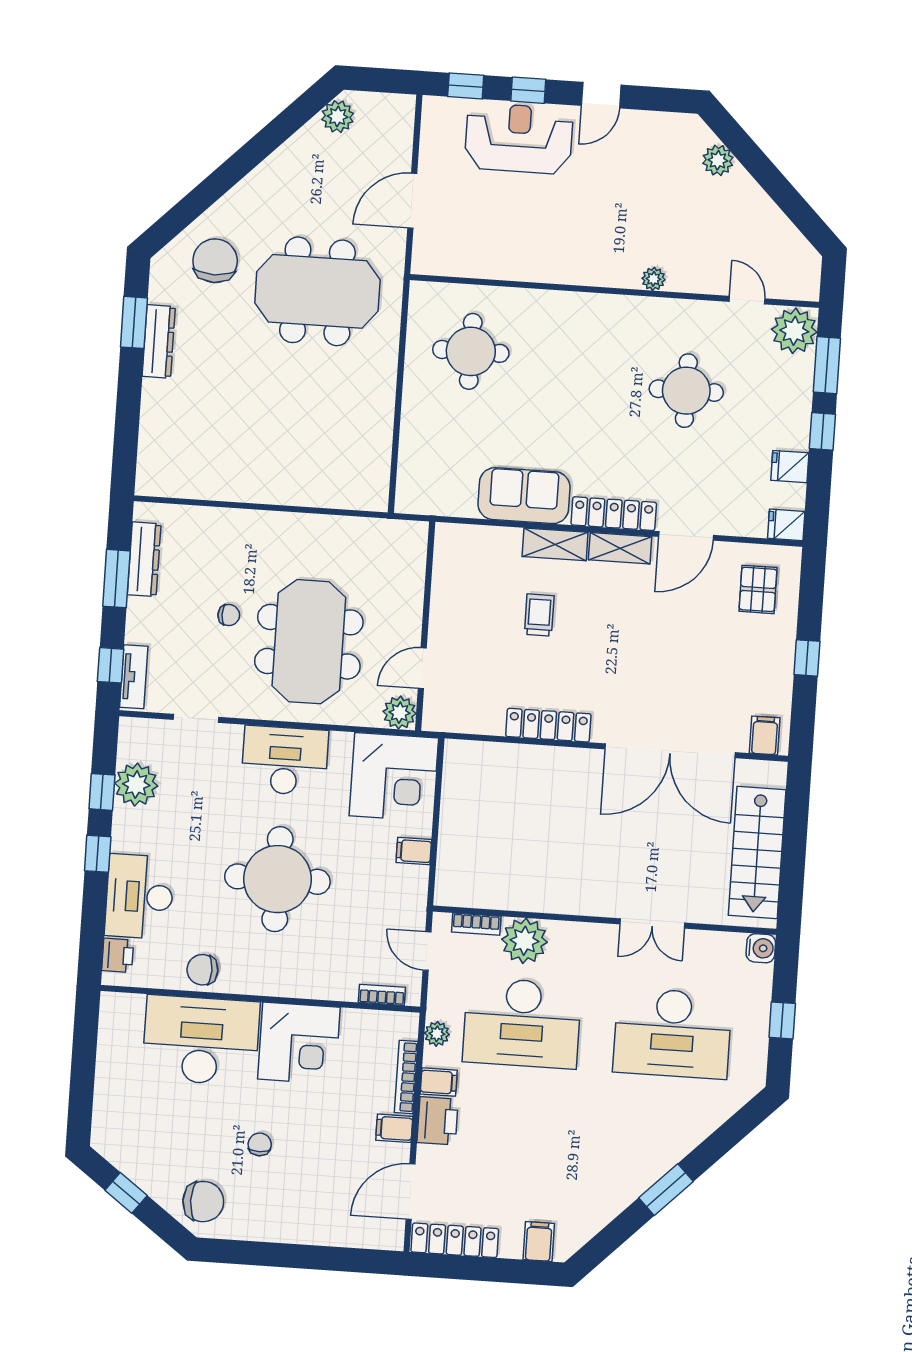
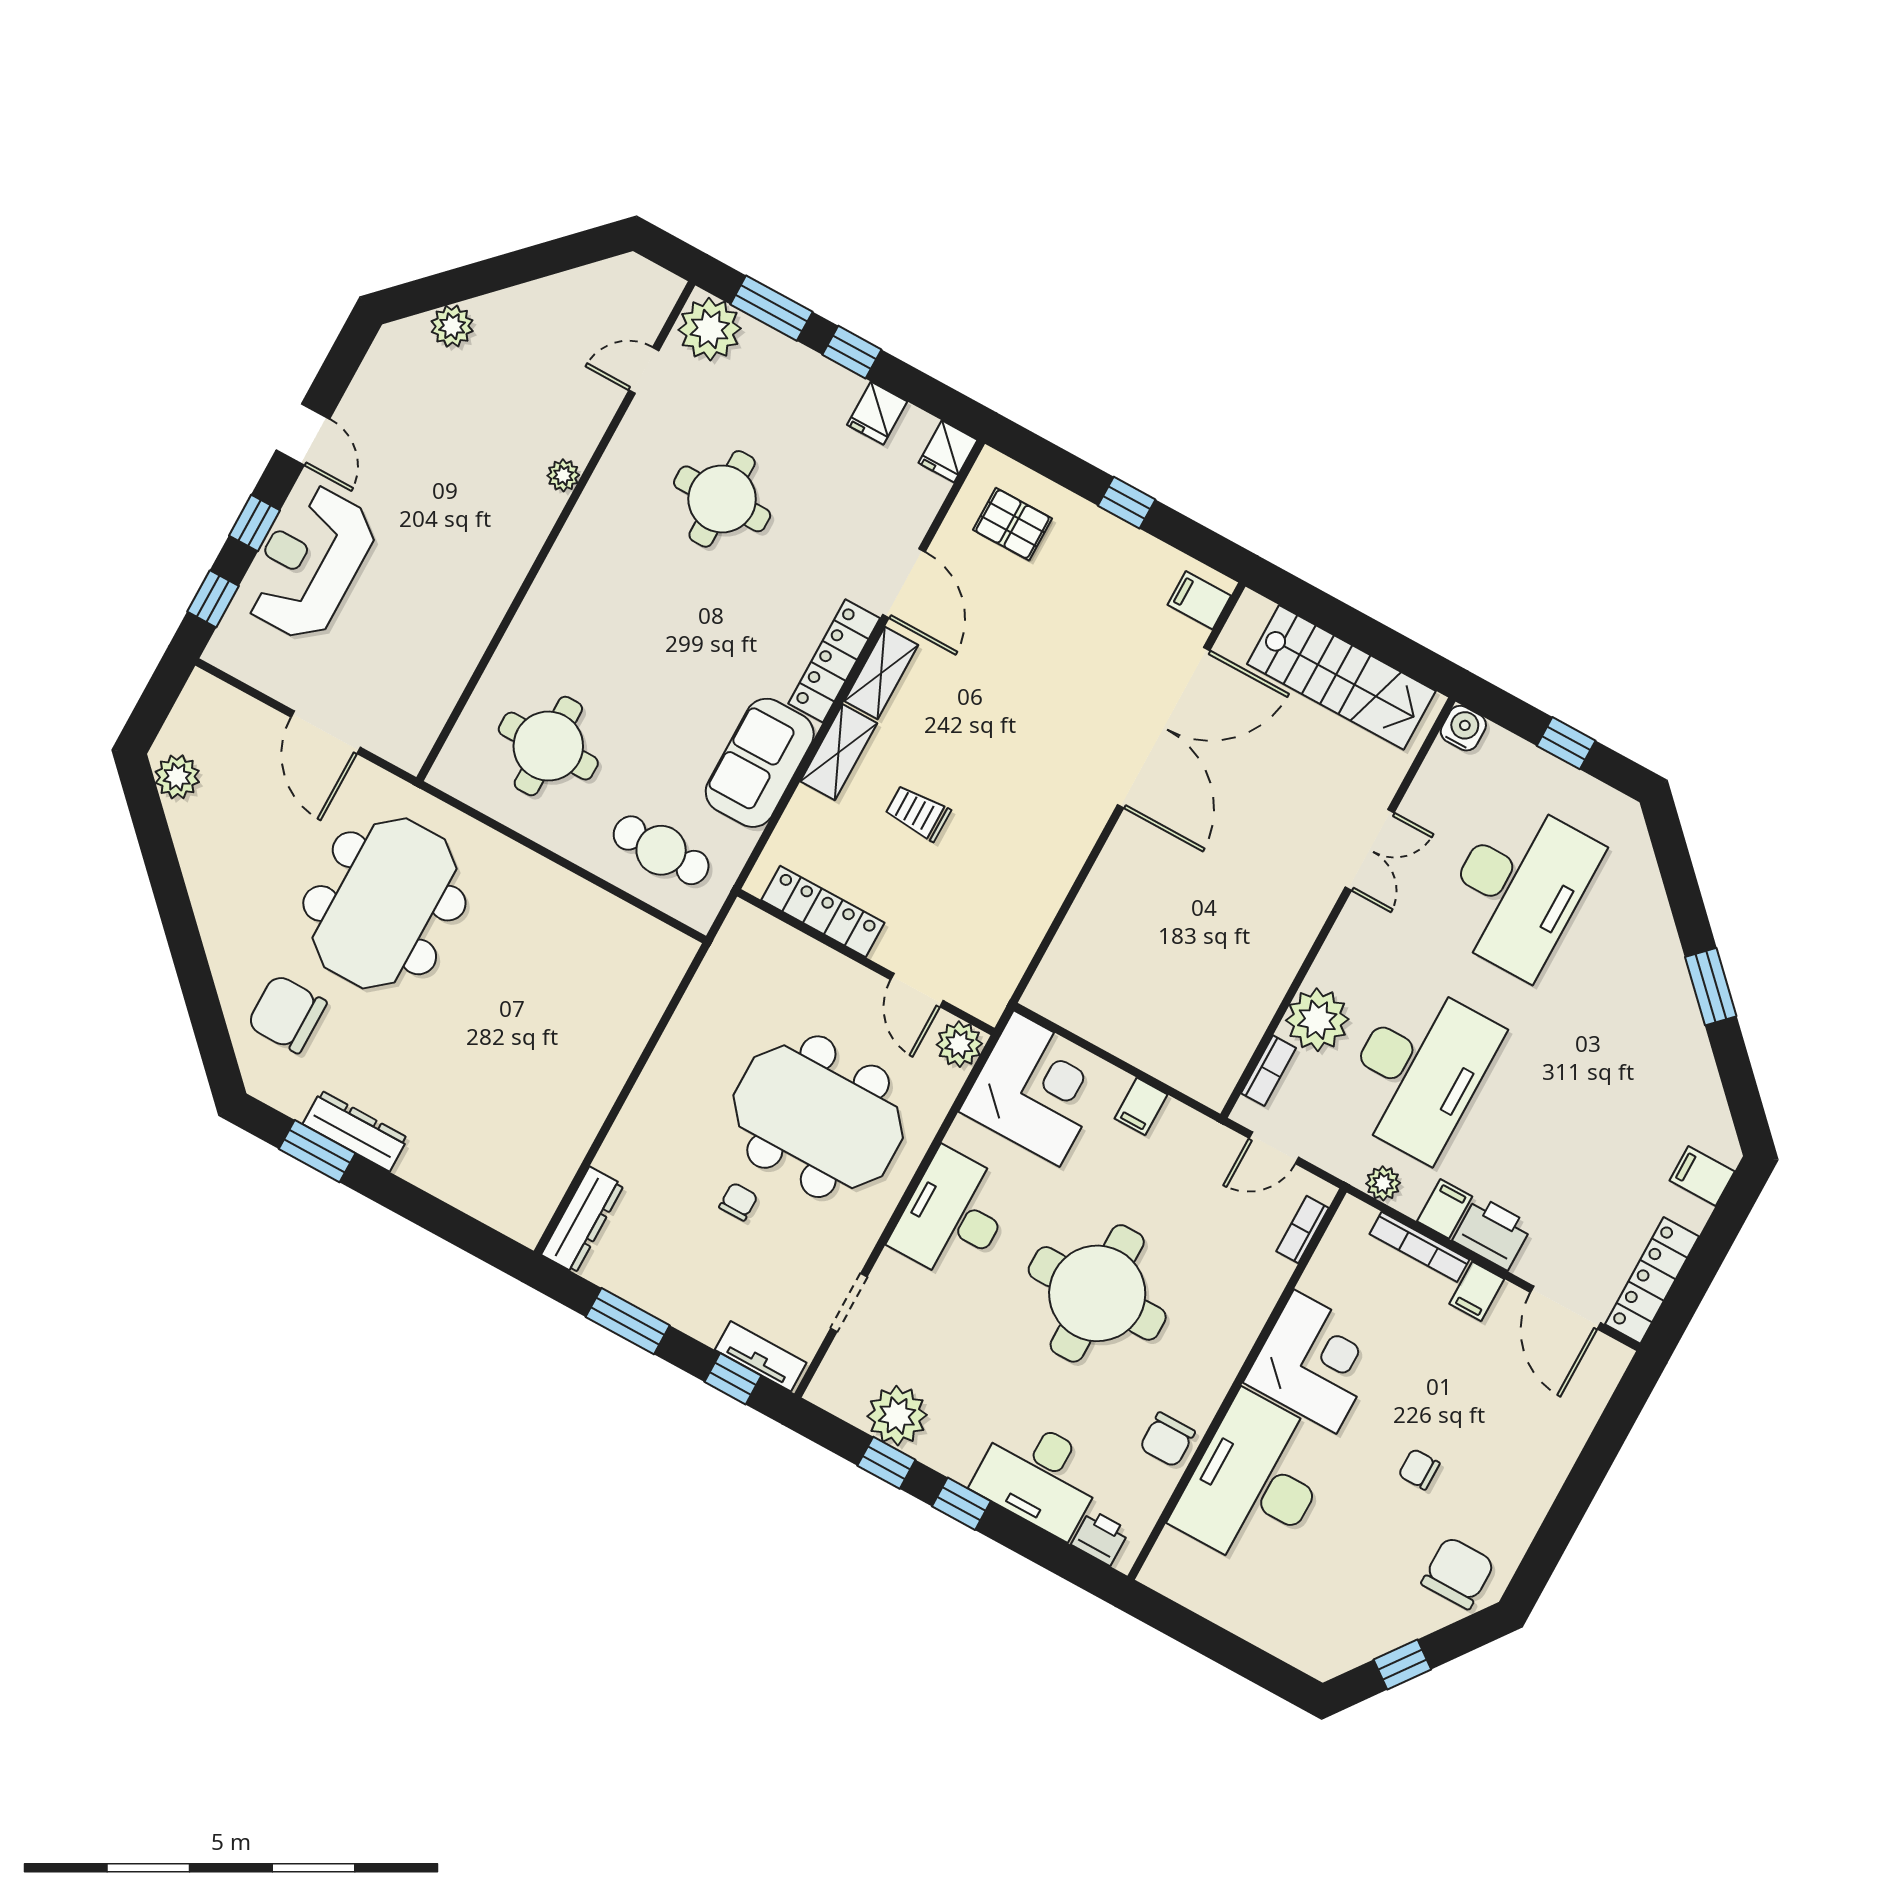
cafe table: (437, 457) -> (661, 850), added
dresser: (144, 559) -> (583, 1220), moved, turned 90
locker: (548, 725) -> (823, 911), moved, turned 90

